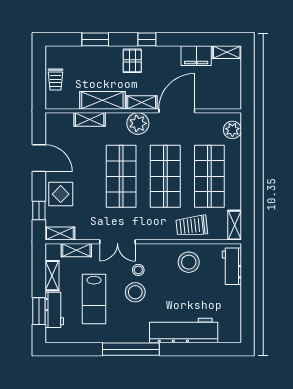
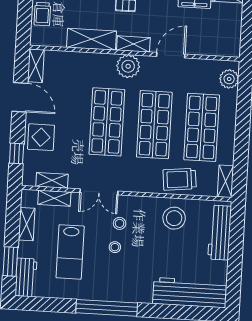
door: (177, 111) -> (171, 55), width x0.73
shelving: (90, 119) -> (36, 66), moved, turned 90
shelving: (60, 234) -> (52, 180), moved
workbench: (232, 266) -> (220, 233), width x1.38
stool: (135, 292) -> (115, 247), width x0.53, depth x0.53
workbench: (54, 310) -> (26, 277), moved
workbench: (184, 331) -> (190, 293), moved

